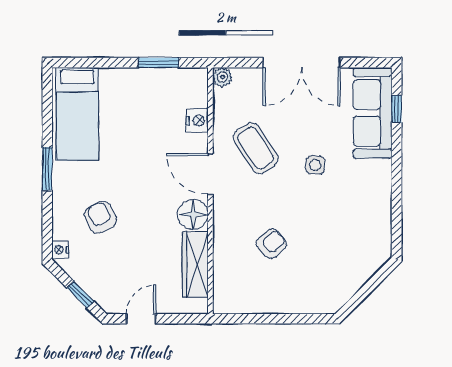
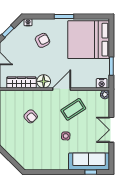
double door: (301, 63) -> (111, 130), width x0.73
bed: (77, 114) -> (89, 40), width x2.04
nightstand: (197, 120) -> (102, 83), moved

